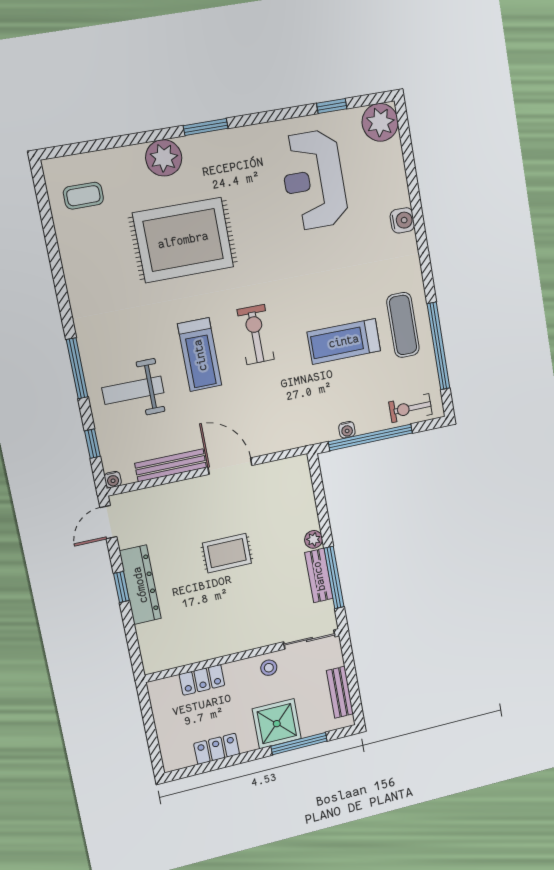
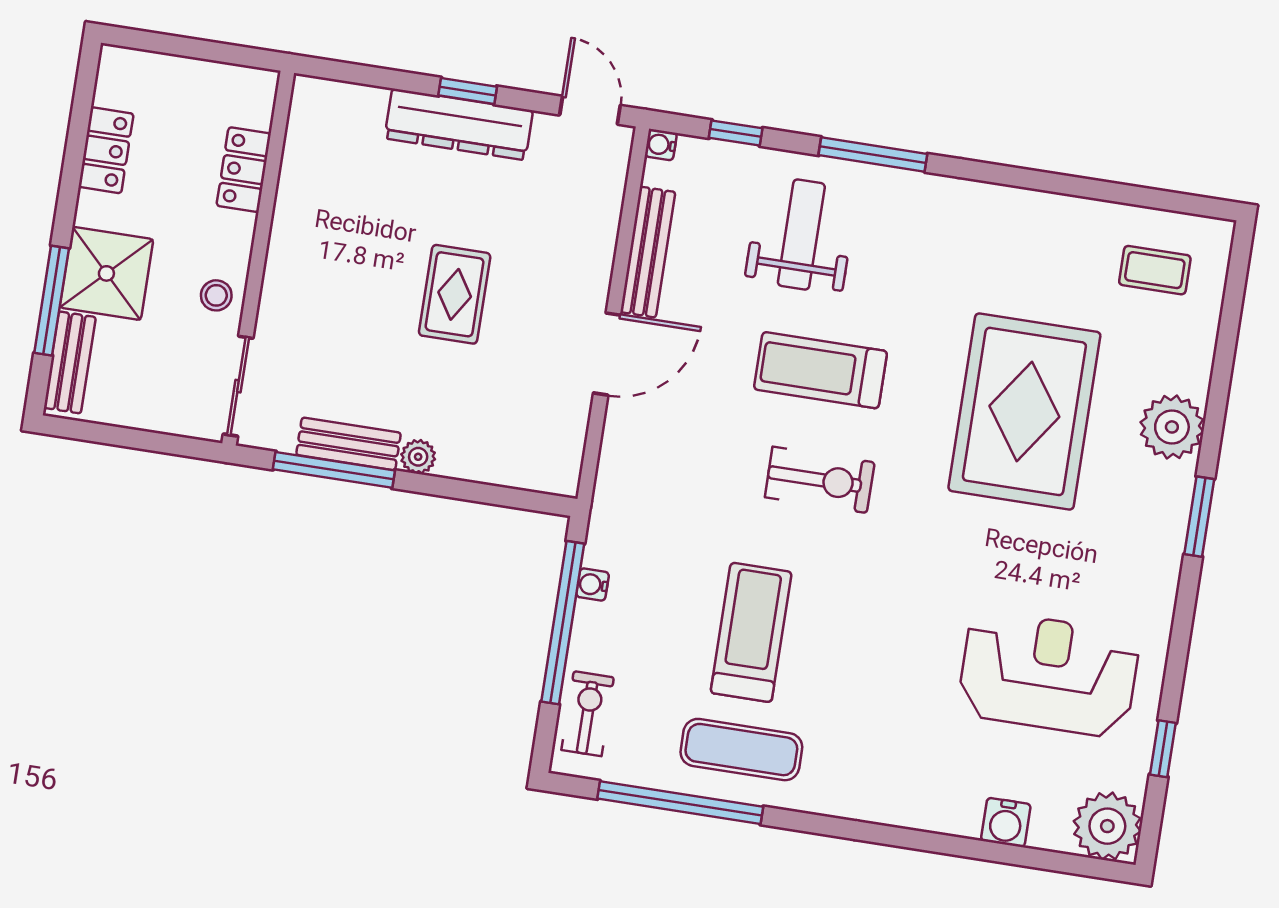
coffee table: (83, 196) -> (1155, 270), turned 90
water cooler: (402, 220) -> (1006, 822), moved
bench: (340, 692) -> (70, 362), moved, turned 90

